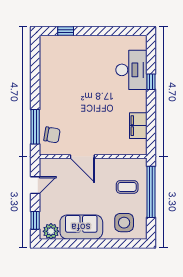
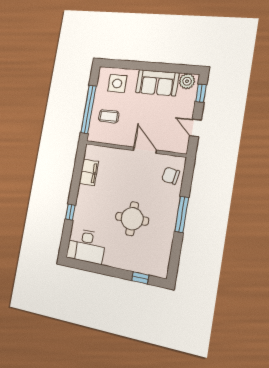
desk: (131, 70) -> (86, 246), moved, turned -90
round table: (84, 86) -> (132, 219), added
window: (35, 127) -> (182, 214), moved
door: (35, 185) -> (195, 128), hinge flipped

